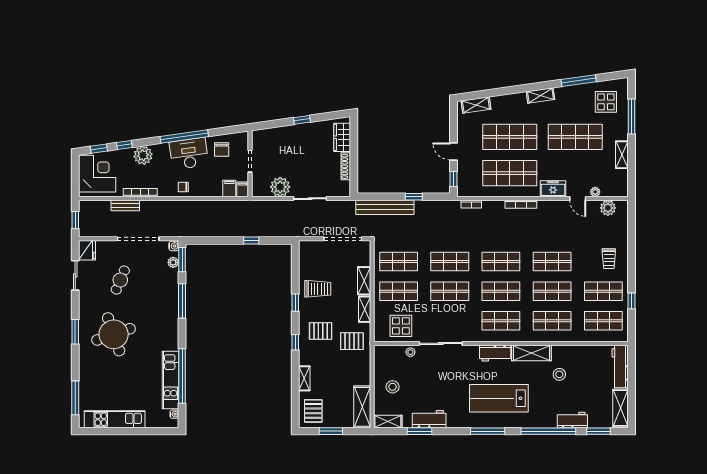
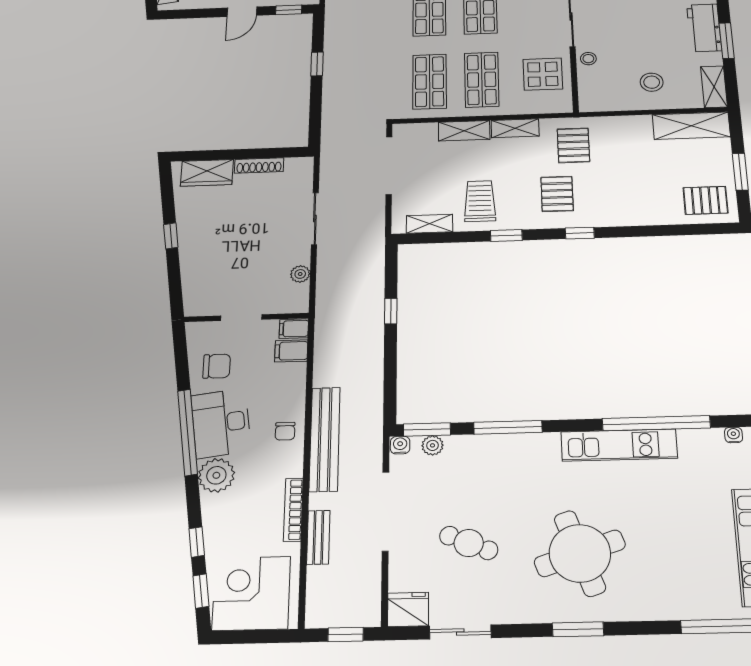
plant: (143, 155) -> (216, 475), moved
plant: (280, 187) -> (300, 274), width x0.53, depth x0.53
bench: (385, 207) -> (325, 439), moved
shelving: (304, 378) -> (430, 224), moved
kitchen unit: (171, 380) -> (619, 445), moved

